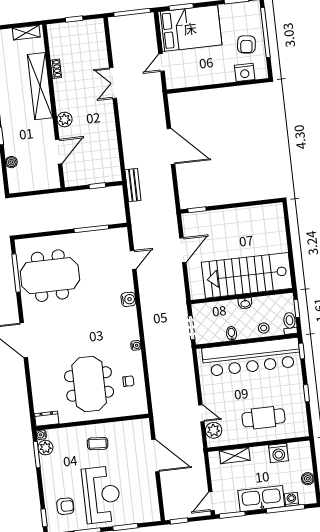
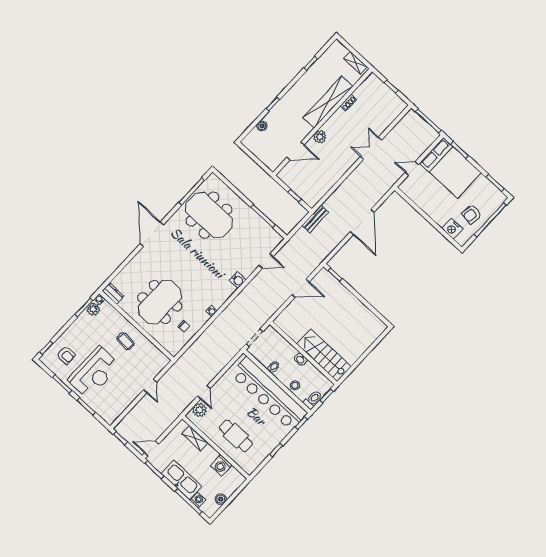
stairs: (247, 275) -> (324, 355), width x0.73, depth x0.66
door: (155, 456) -> (150, 386), width x0.53

